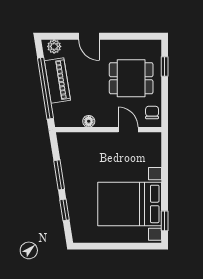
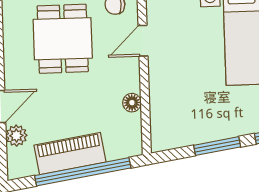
plant: (54, 46) -> (16, 136), moved

